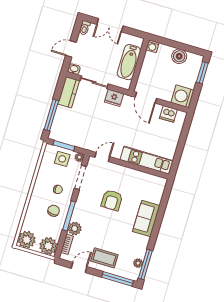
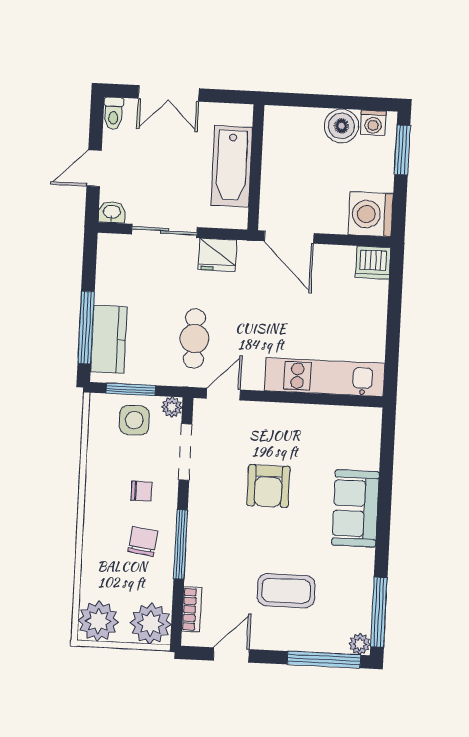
washing machine: (153, 46) -> (373, 123), moved
kitchen counter: (69, 92) -> (109, 339), moved
dishwasher: (168, 114) -> (373, 262), moved
cafe table: (96, 131) -> (194, 339), added
plant: (75, 229) -> (200, 570), removed
coffee table: (104, 258) -> (286, 591), moved
plant: (138, 263) -> (360, 644), moved

